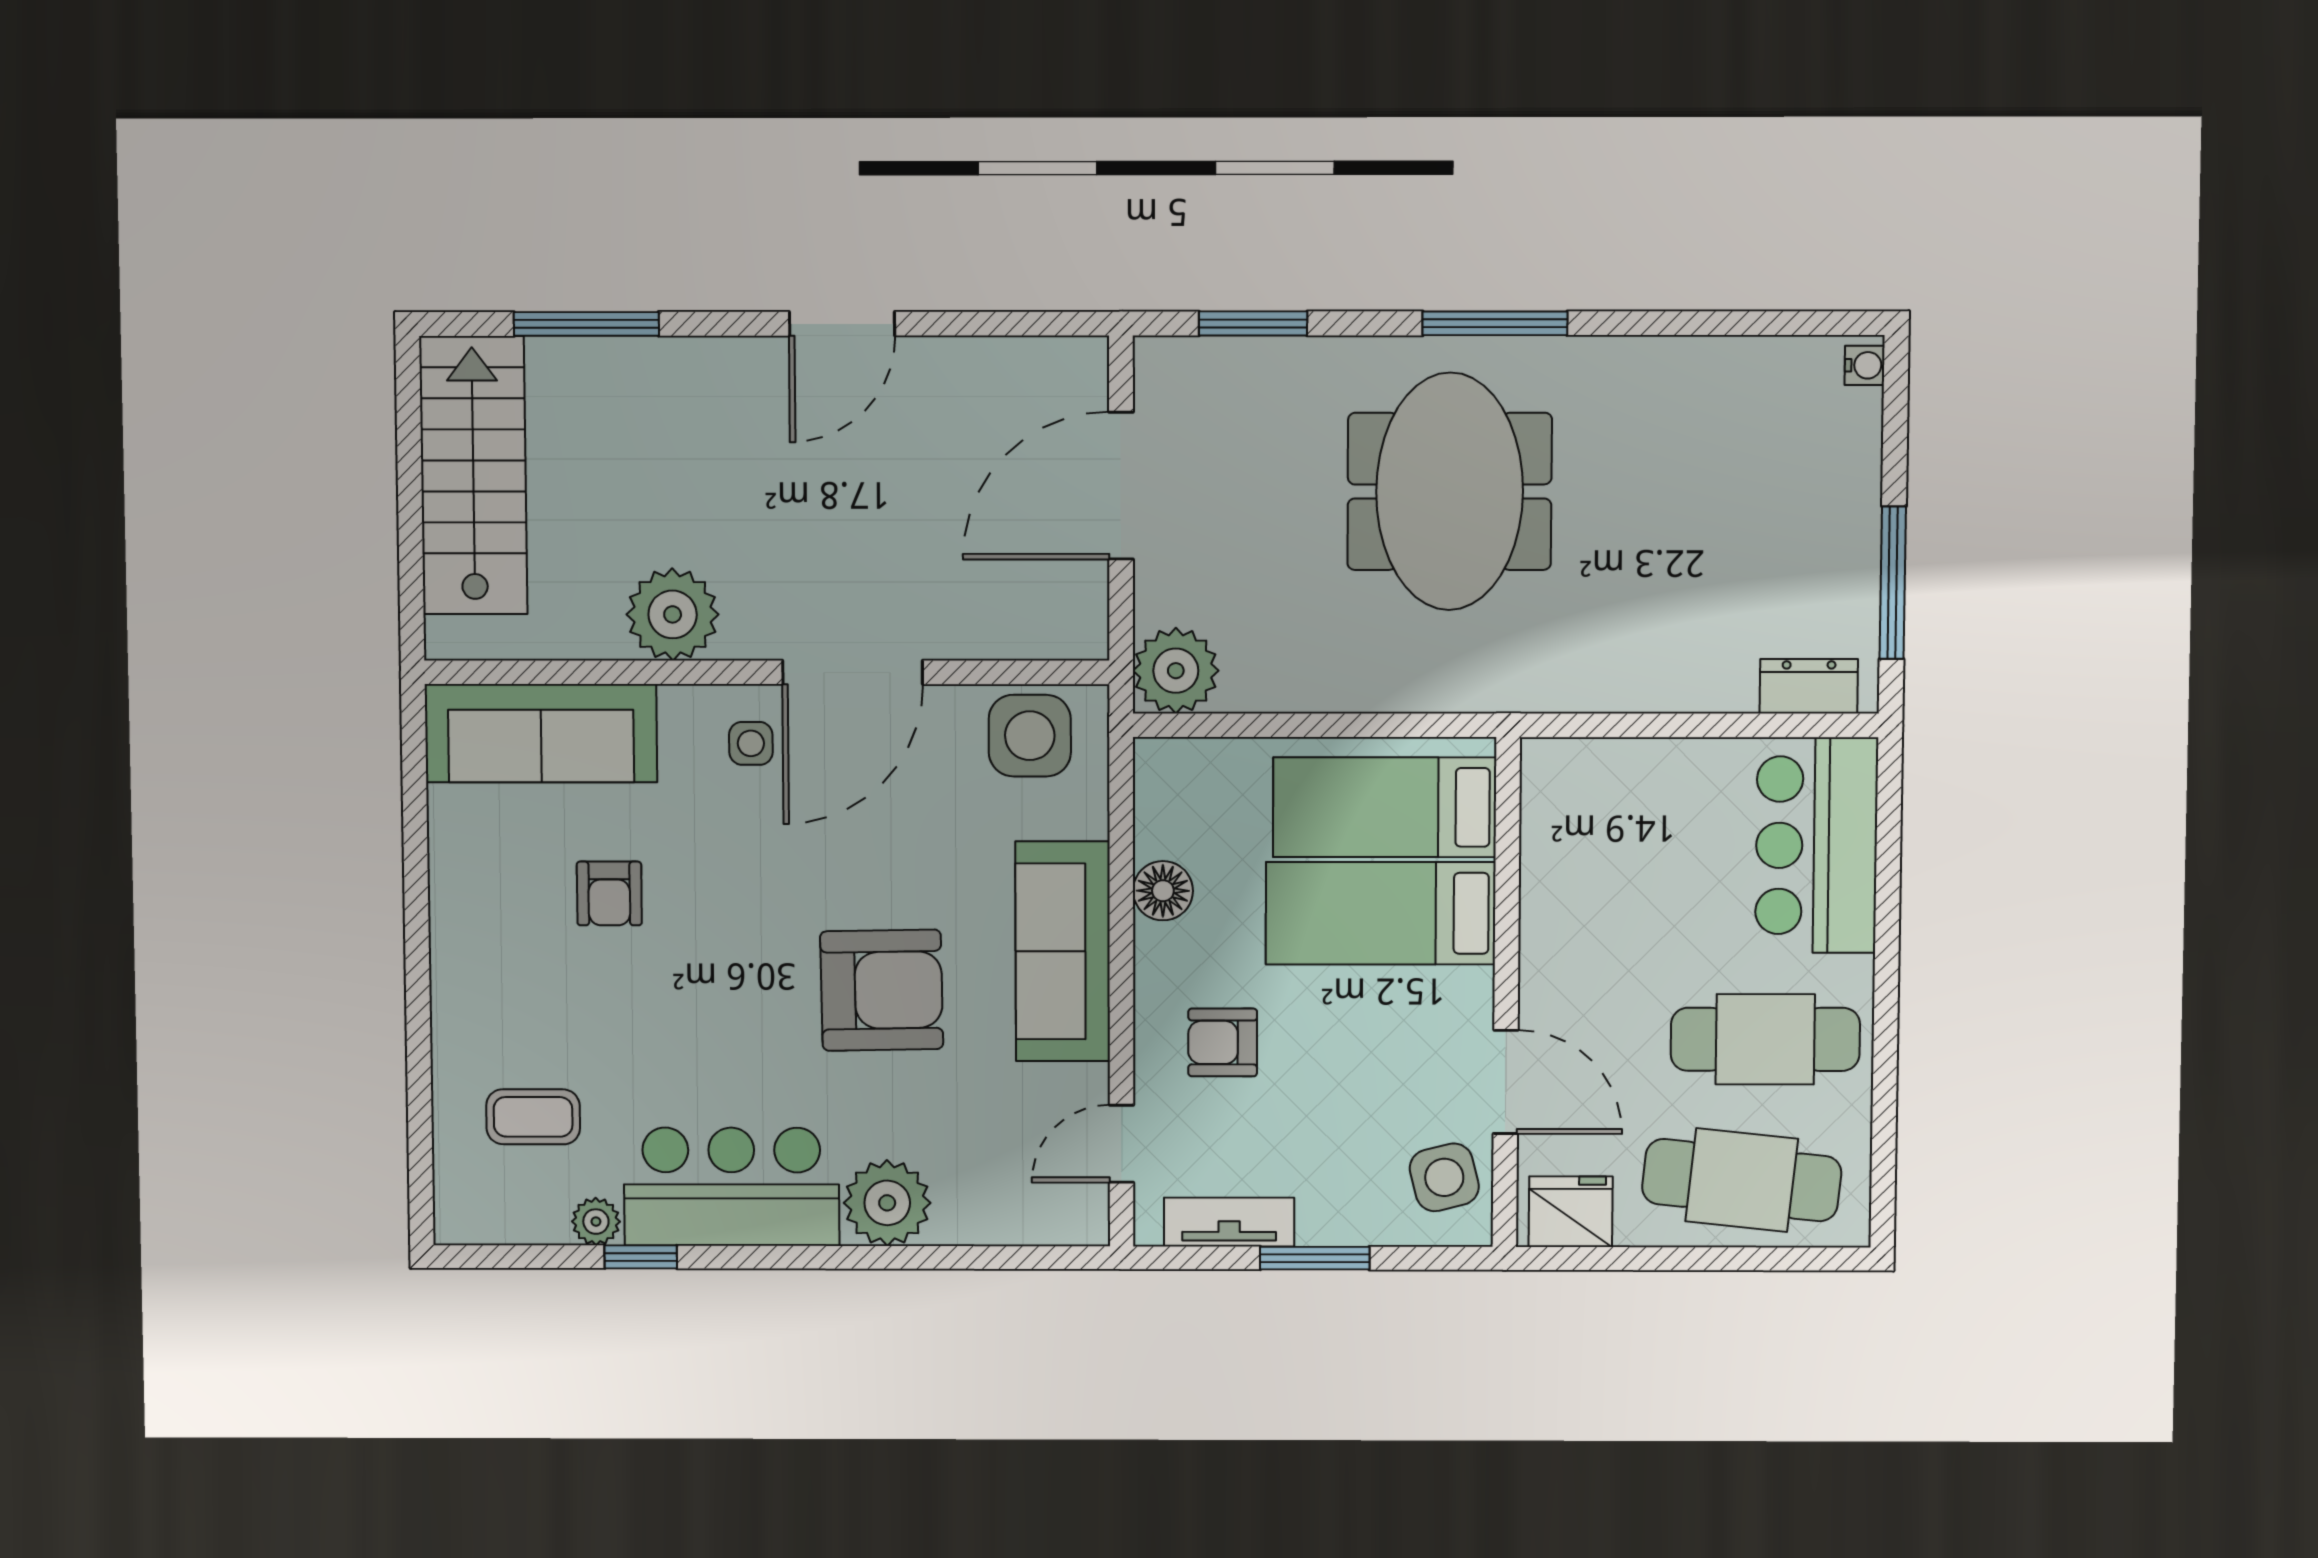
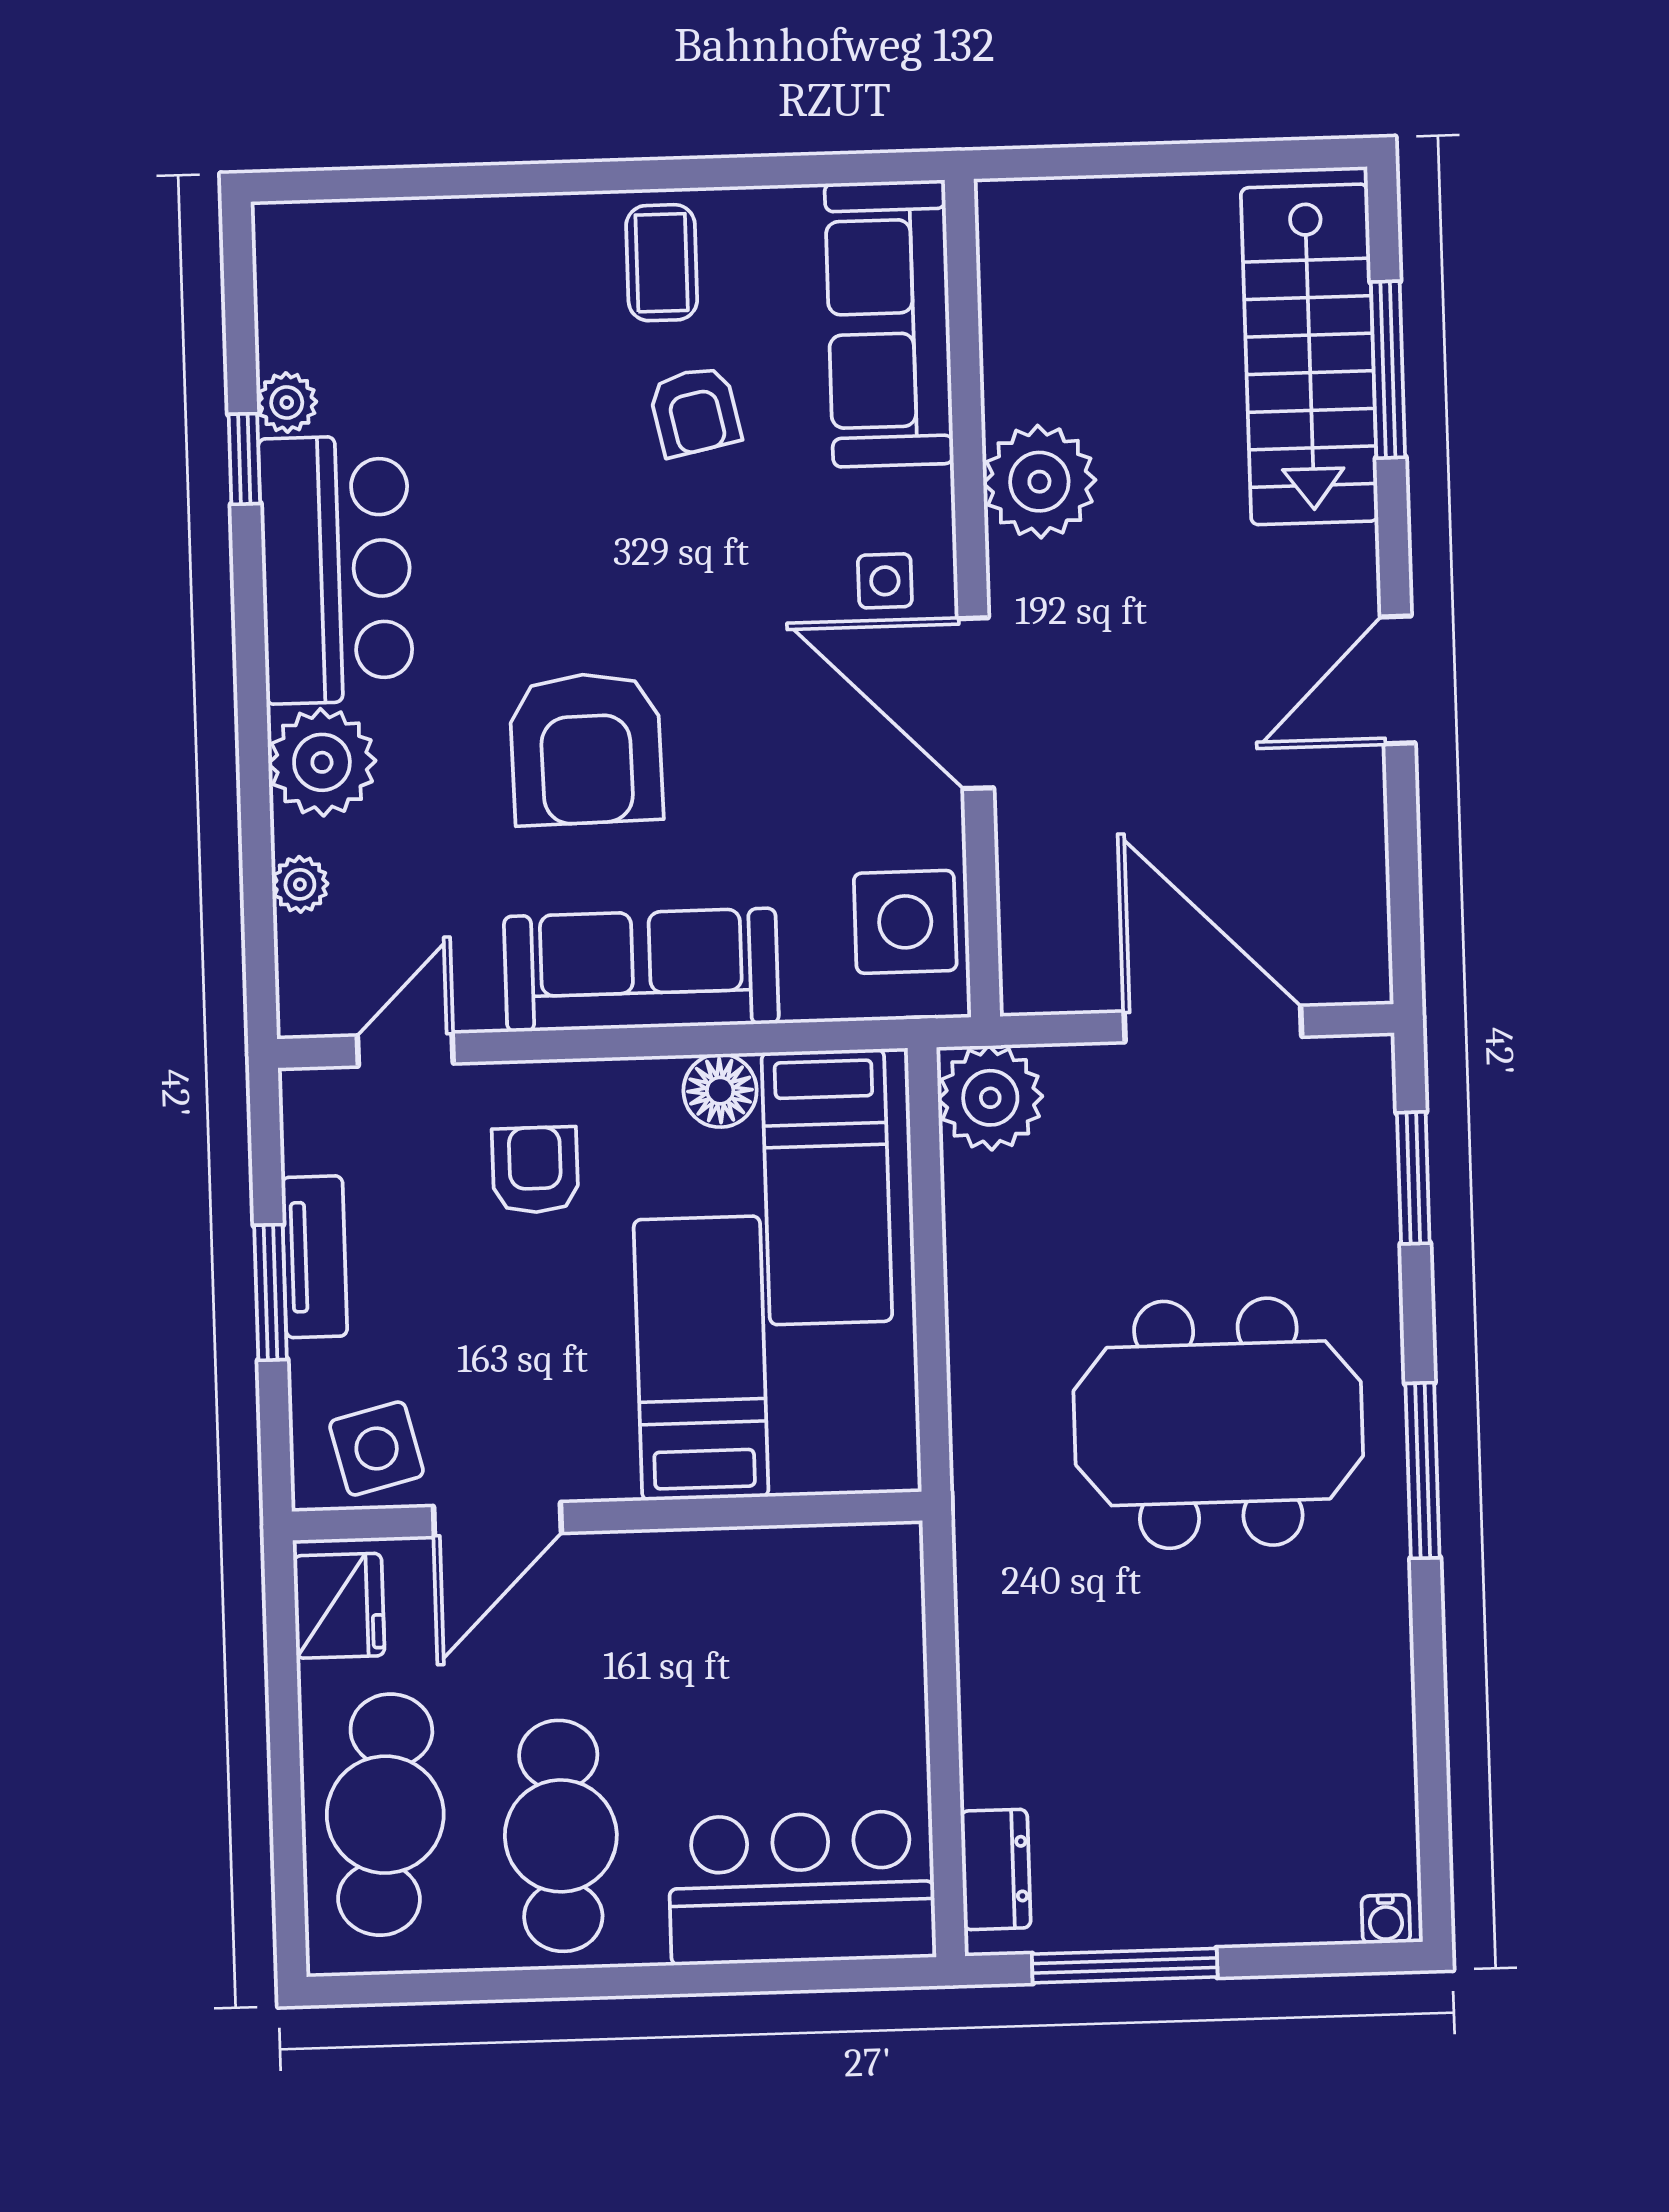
door: (842, 324) -> (1398, 680), hinge flipped
stairs: (473, 475) -> (1310, 354), moved, turned 90
bed: (1385, 807) -> (827, 1187), moved, turned 180
armchair: (609, 893) -> (695, 411), turned -102
coffee table: (533, 1117) -> (662, 263), moved
door: (1122, 1144) -> (405, 1049), hinge flipped
tv unit: (1229, 1222) -> (314, 1257), moved
plant: (985, 1224) -> (300, 884), added

